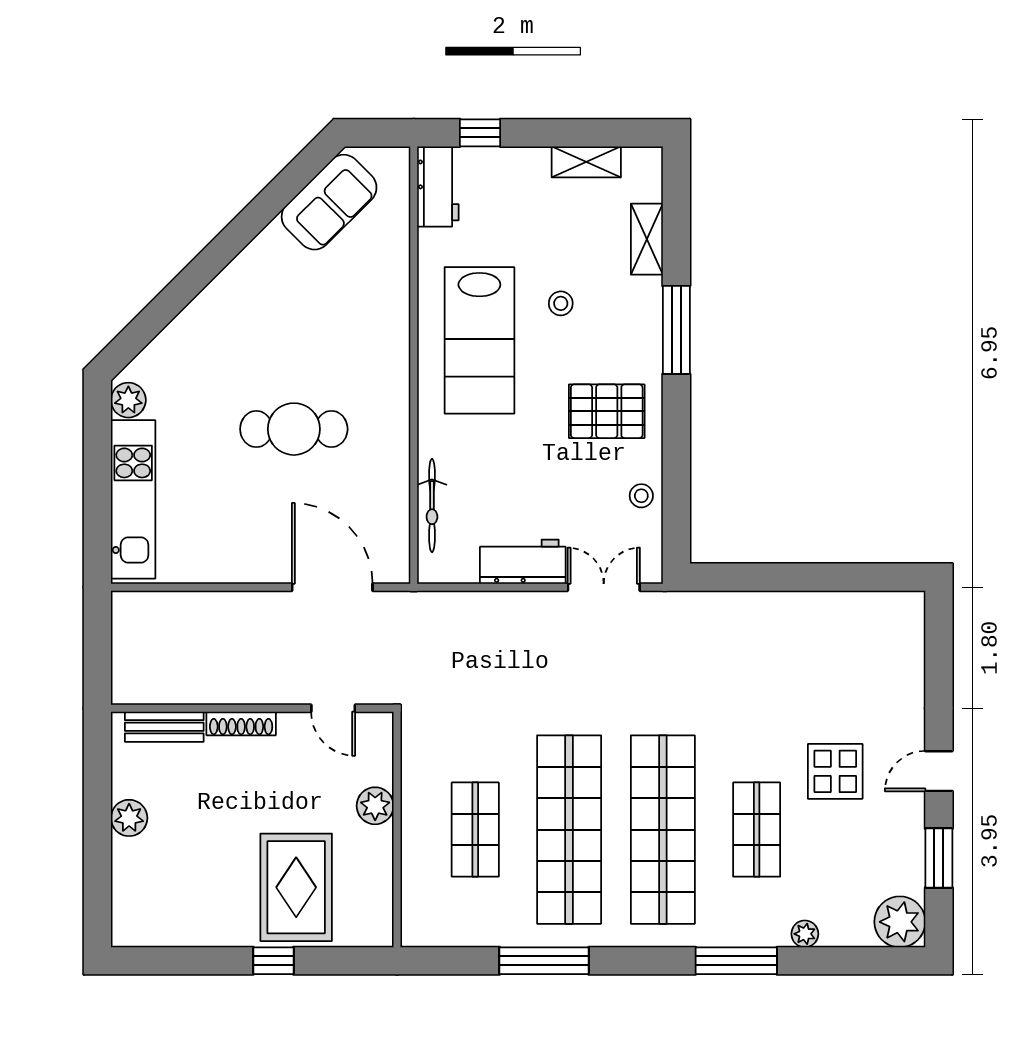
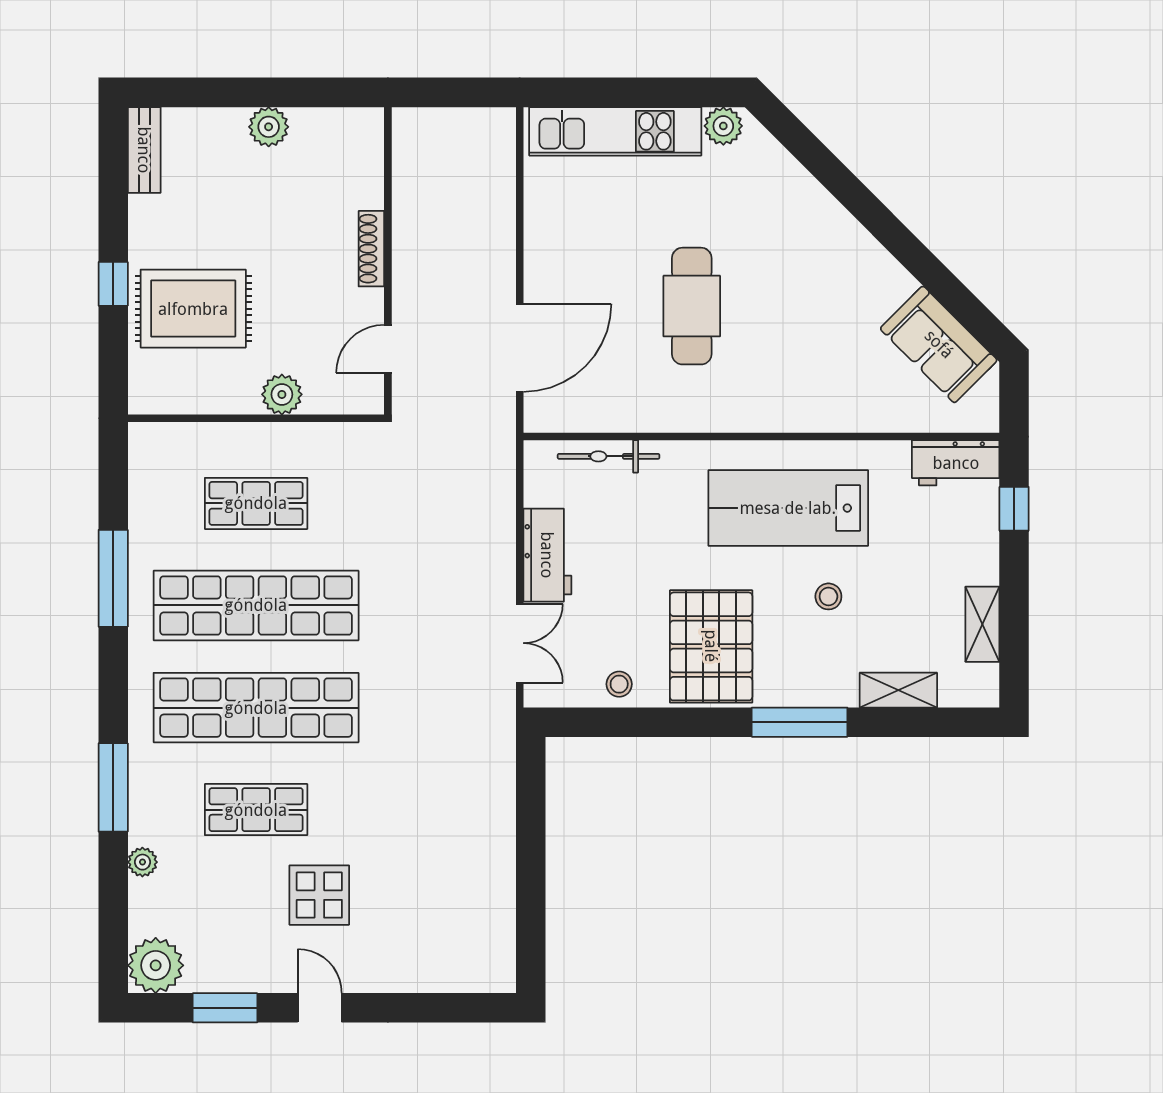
pallet: (607, 411) -> (711, 646), width x1.37, depth x1.41
bench: (164, 727) -> (144, 150), moved

